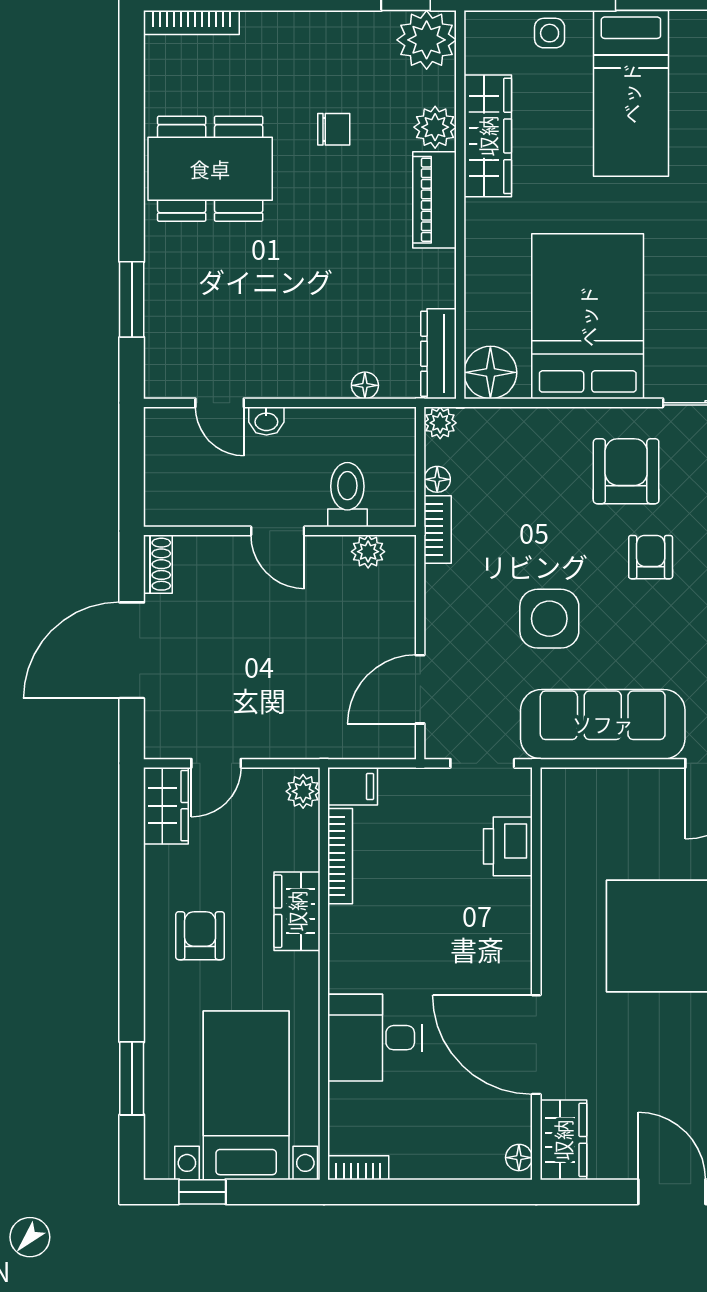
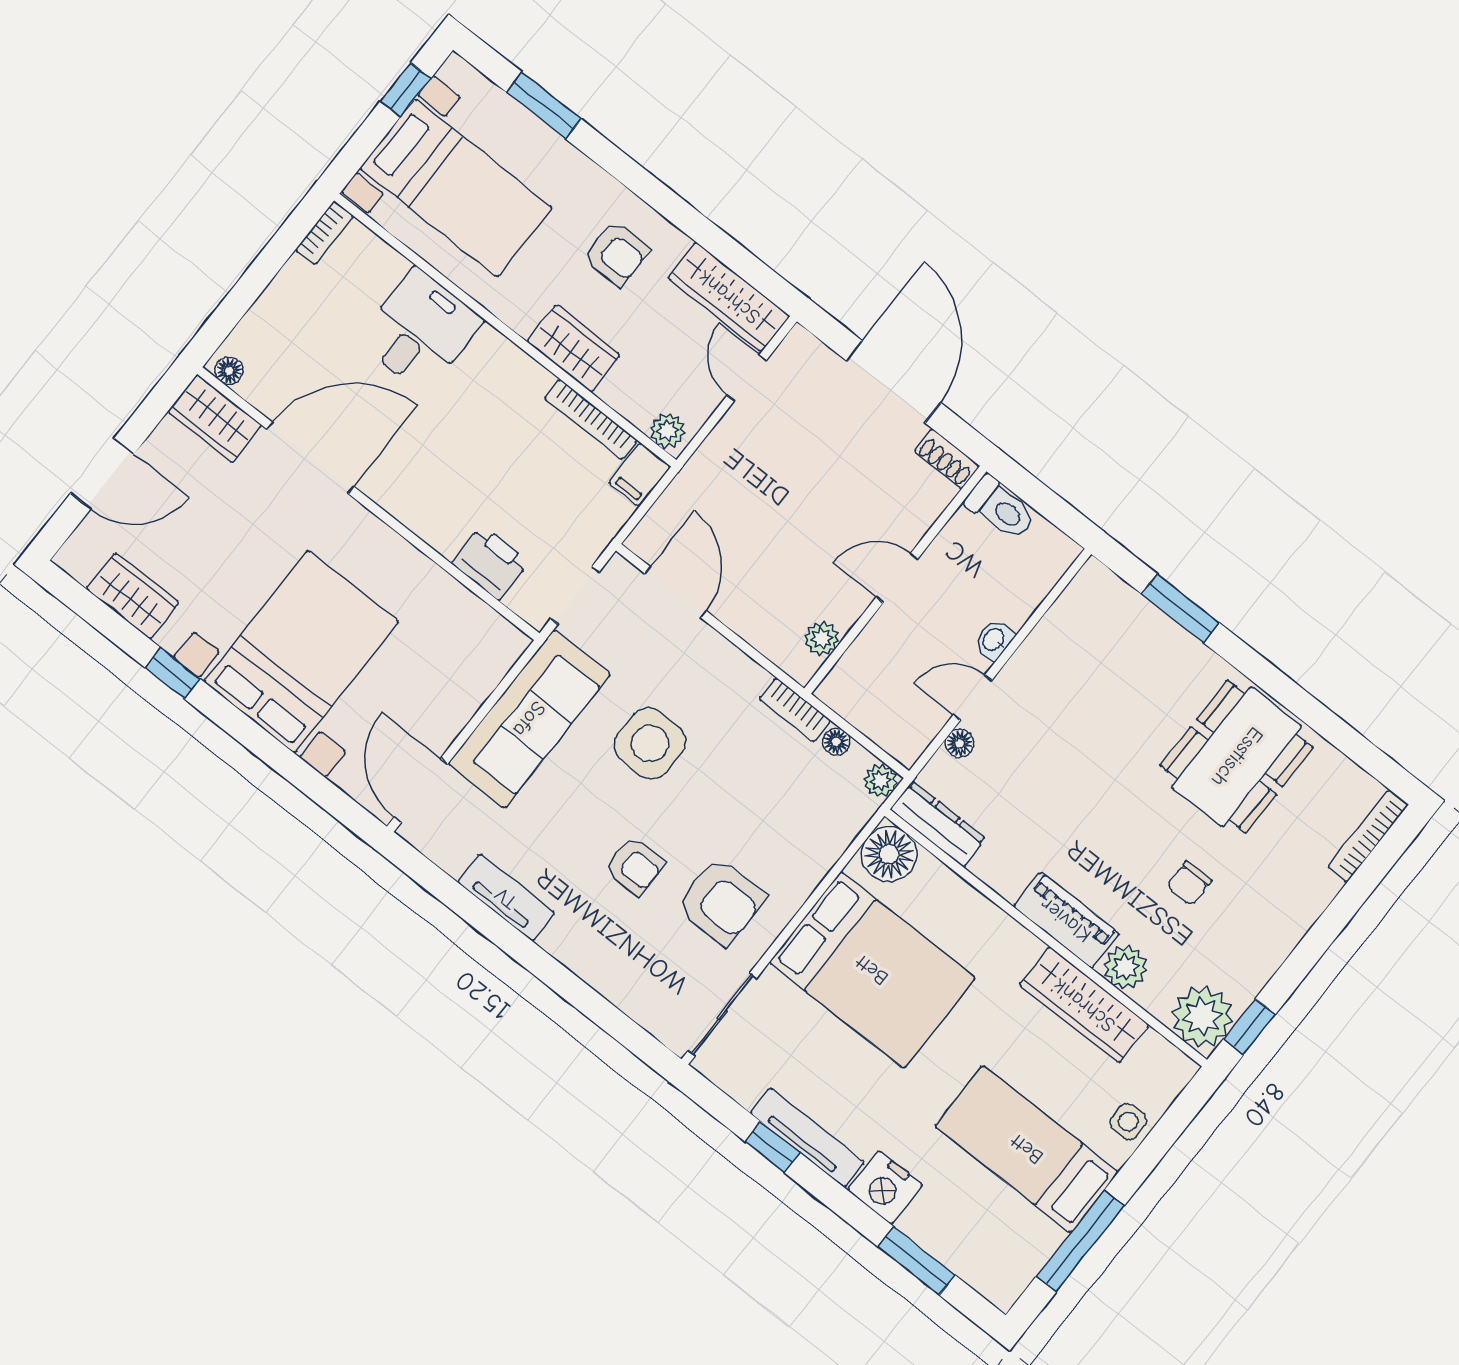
door: (220, 403) -> (973, 698), moved
toilet: (347, 495) -> (1000, 508), moved
wardrobe: (166, 806) -> (729, 297), width x1.50

